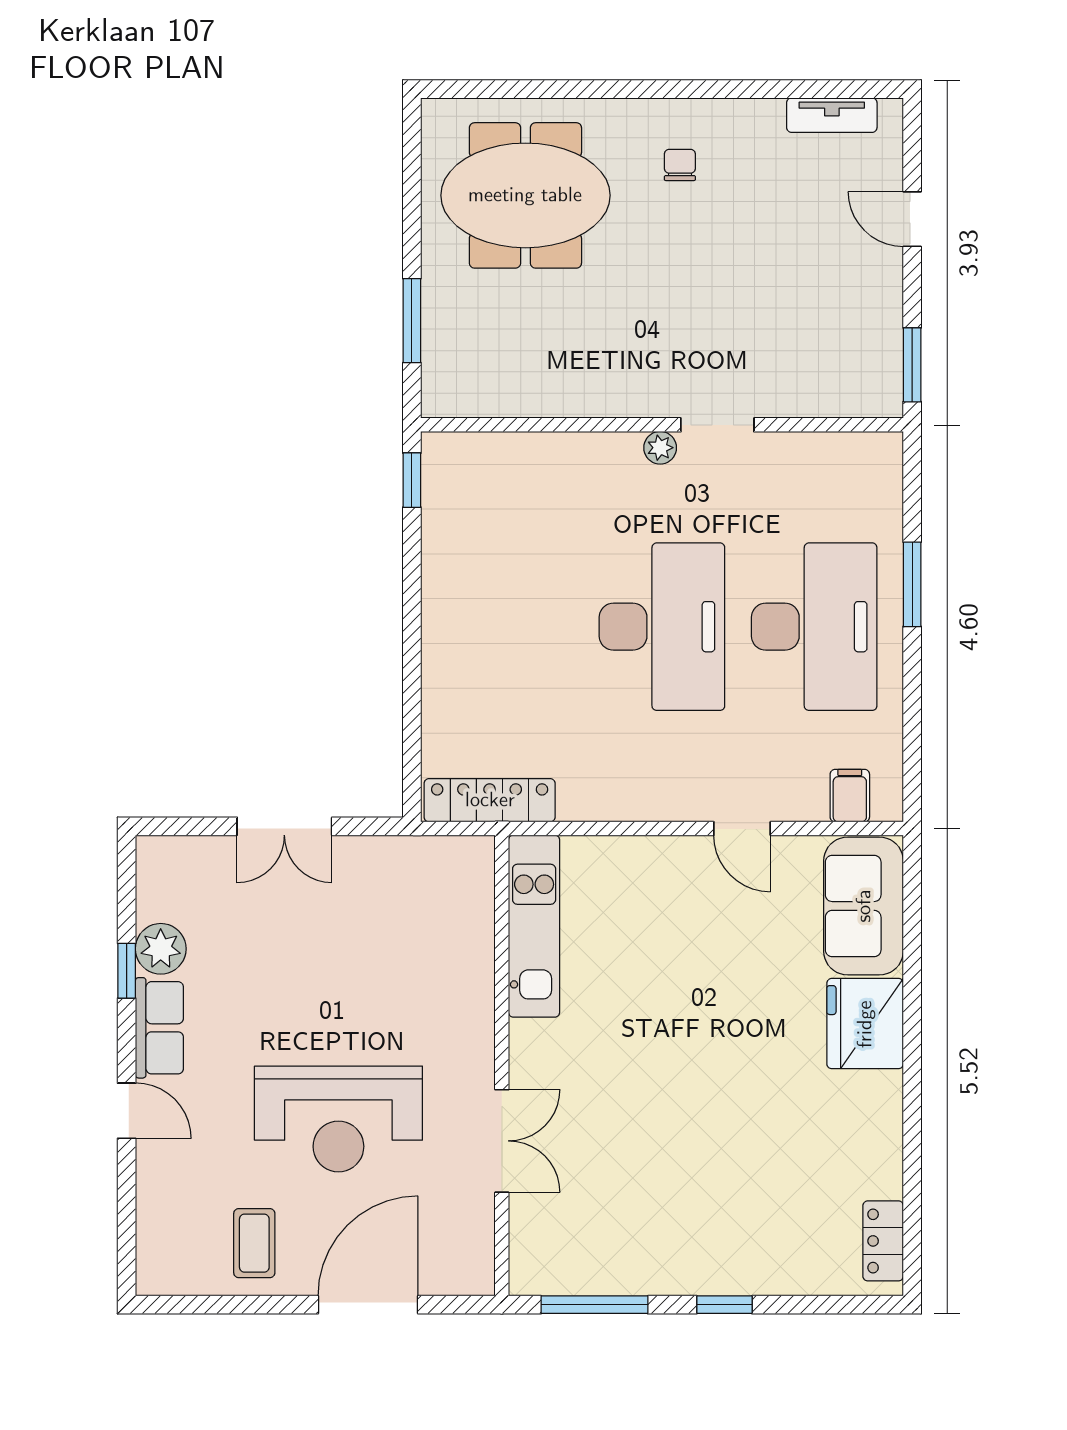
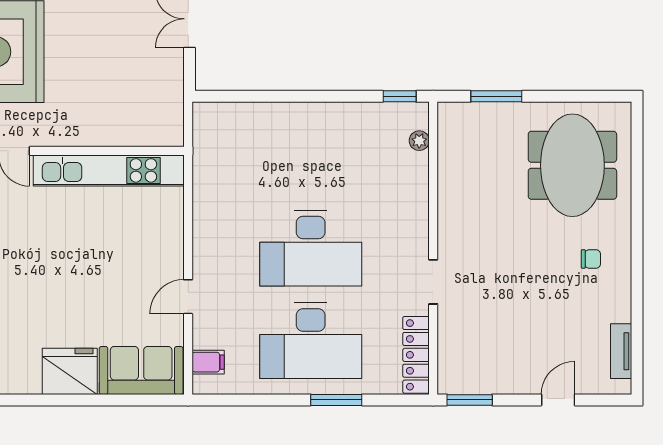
plant: (660, 448) -> (419, 141), moved
locker: (490, 800) -> (416, 355), moved, turned 180
kitchen unit: (534, 926) -> (109, 170), width x1.36

